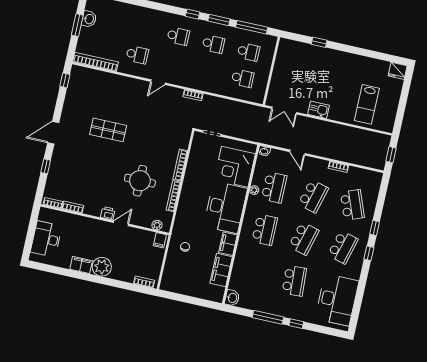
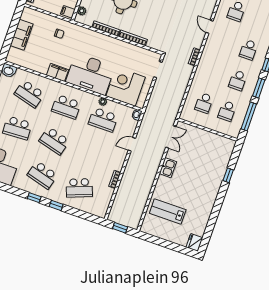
double door: (284, 110) -> (171, 137), swing flipped
school desk: (313, 196) -> (29, 94), moved
filing cabinet: (221, 270) -> (22, 35), moved, turned 90

